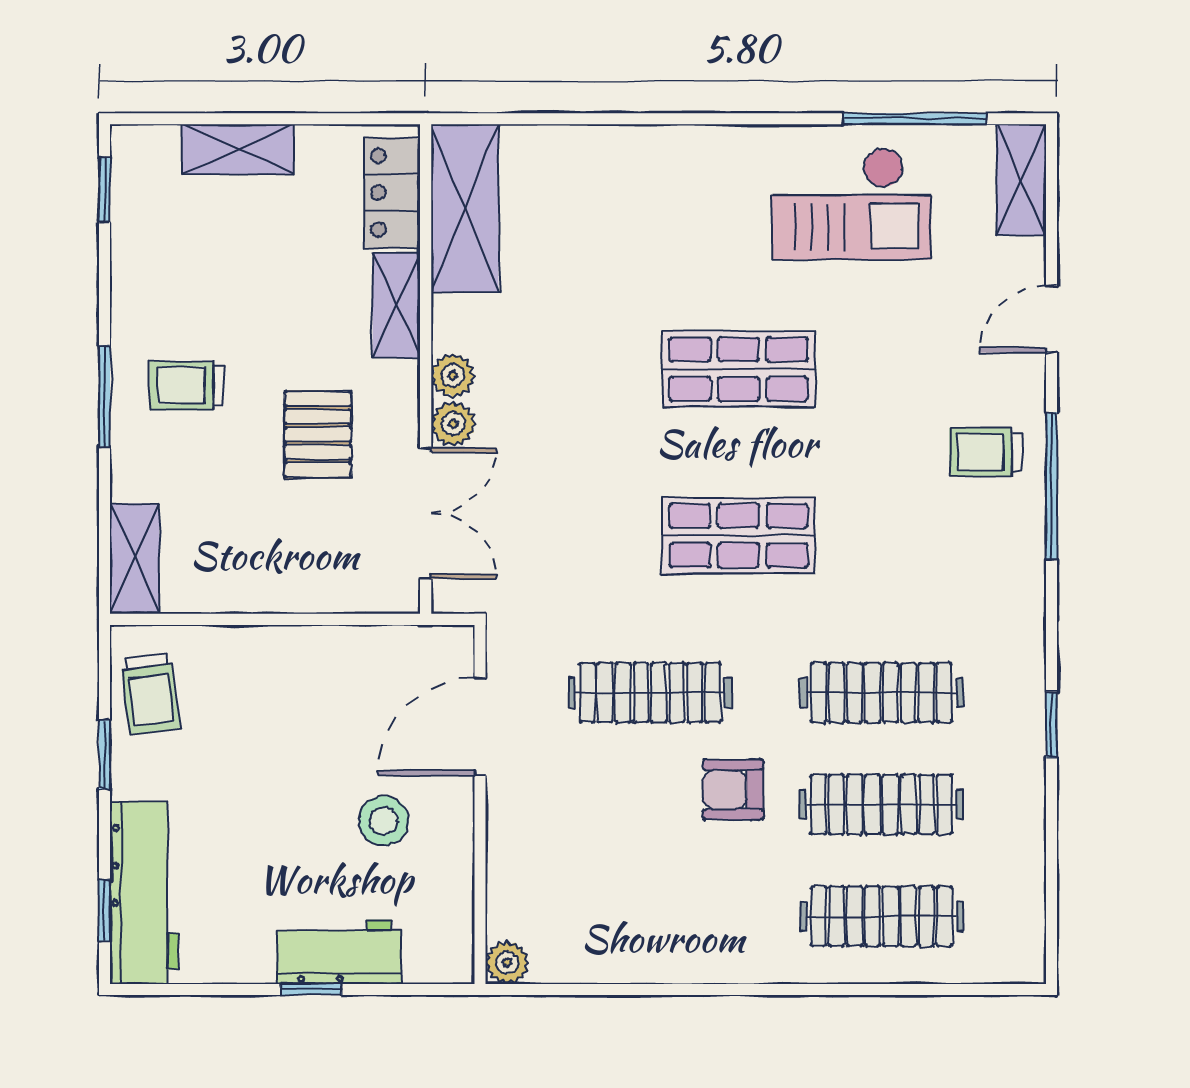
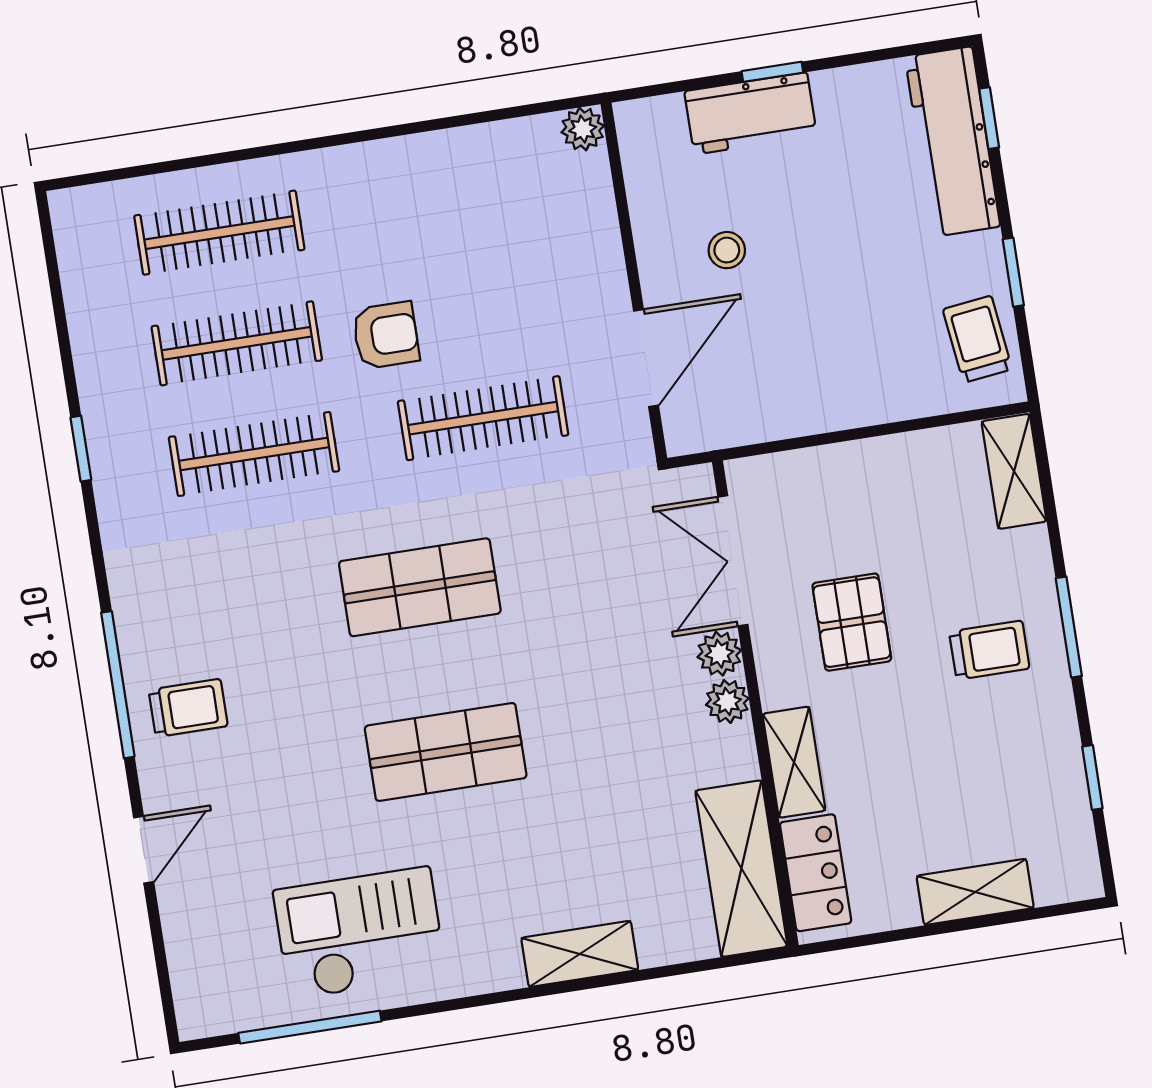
shelving: (1021, 180) -> (580, 954), moved, turned 90
window: (105, 190) -> (1092, 777), moved
stool: (384, 821) -> (727, 250), width x0.73, depth x0.73

